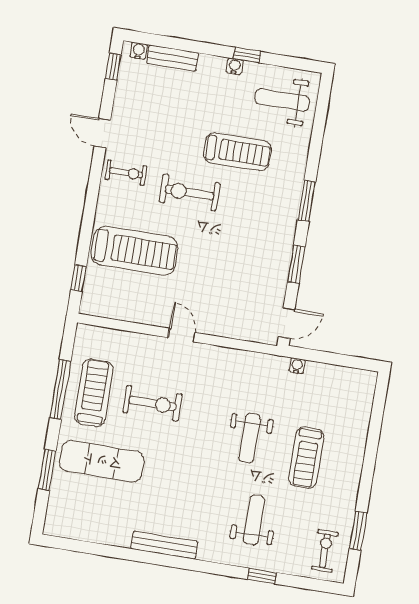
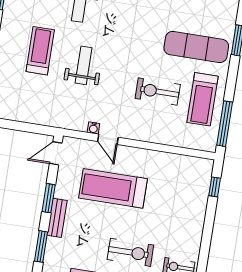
bench: (285, 238) -> (57, 218), added
treadmill: (135, 251) -> (113, 188), moved
door: (182, 335) -> (108, 139), moved
water cooler: (297, 366) -> (93, 128), moved
window: (60, 389) -> (225, 124), moved

